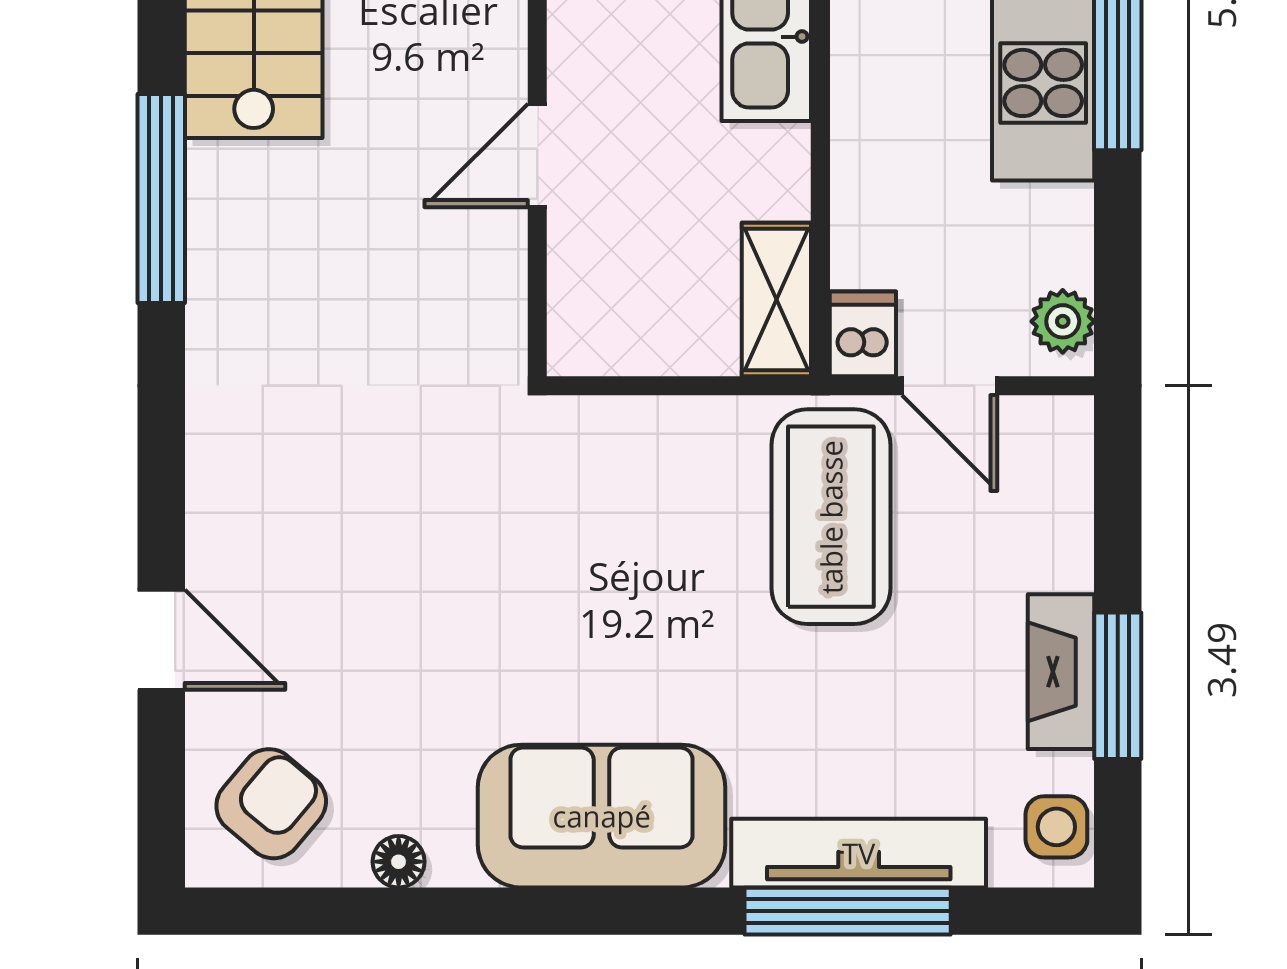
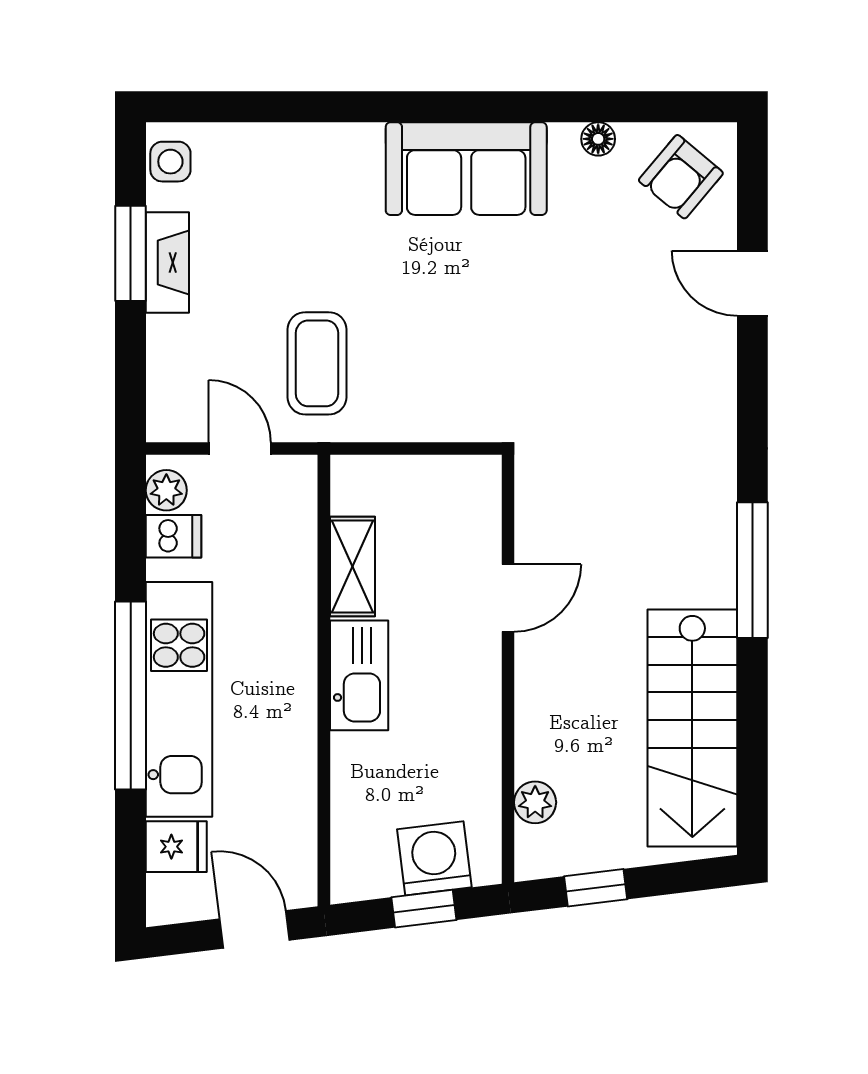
shelving: (776, 299) -> (352, 566), moved
dishwasher: (863, 334) -> (174, 536), moved, turned -90
coffee table: (831, 517) -> (317, 363), width x0.73, depth x0.76
tv unit: (859, 853) -> (299, 145), removed
window: (848, 911) -> (306, 107), removed

